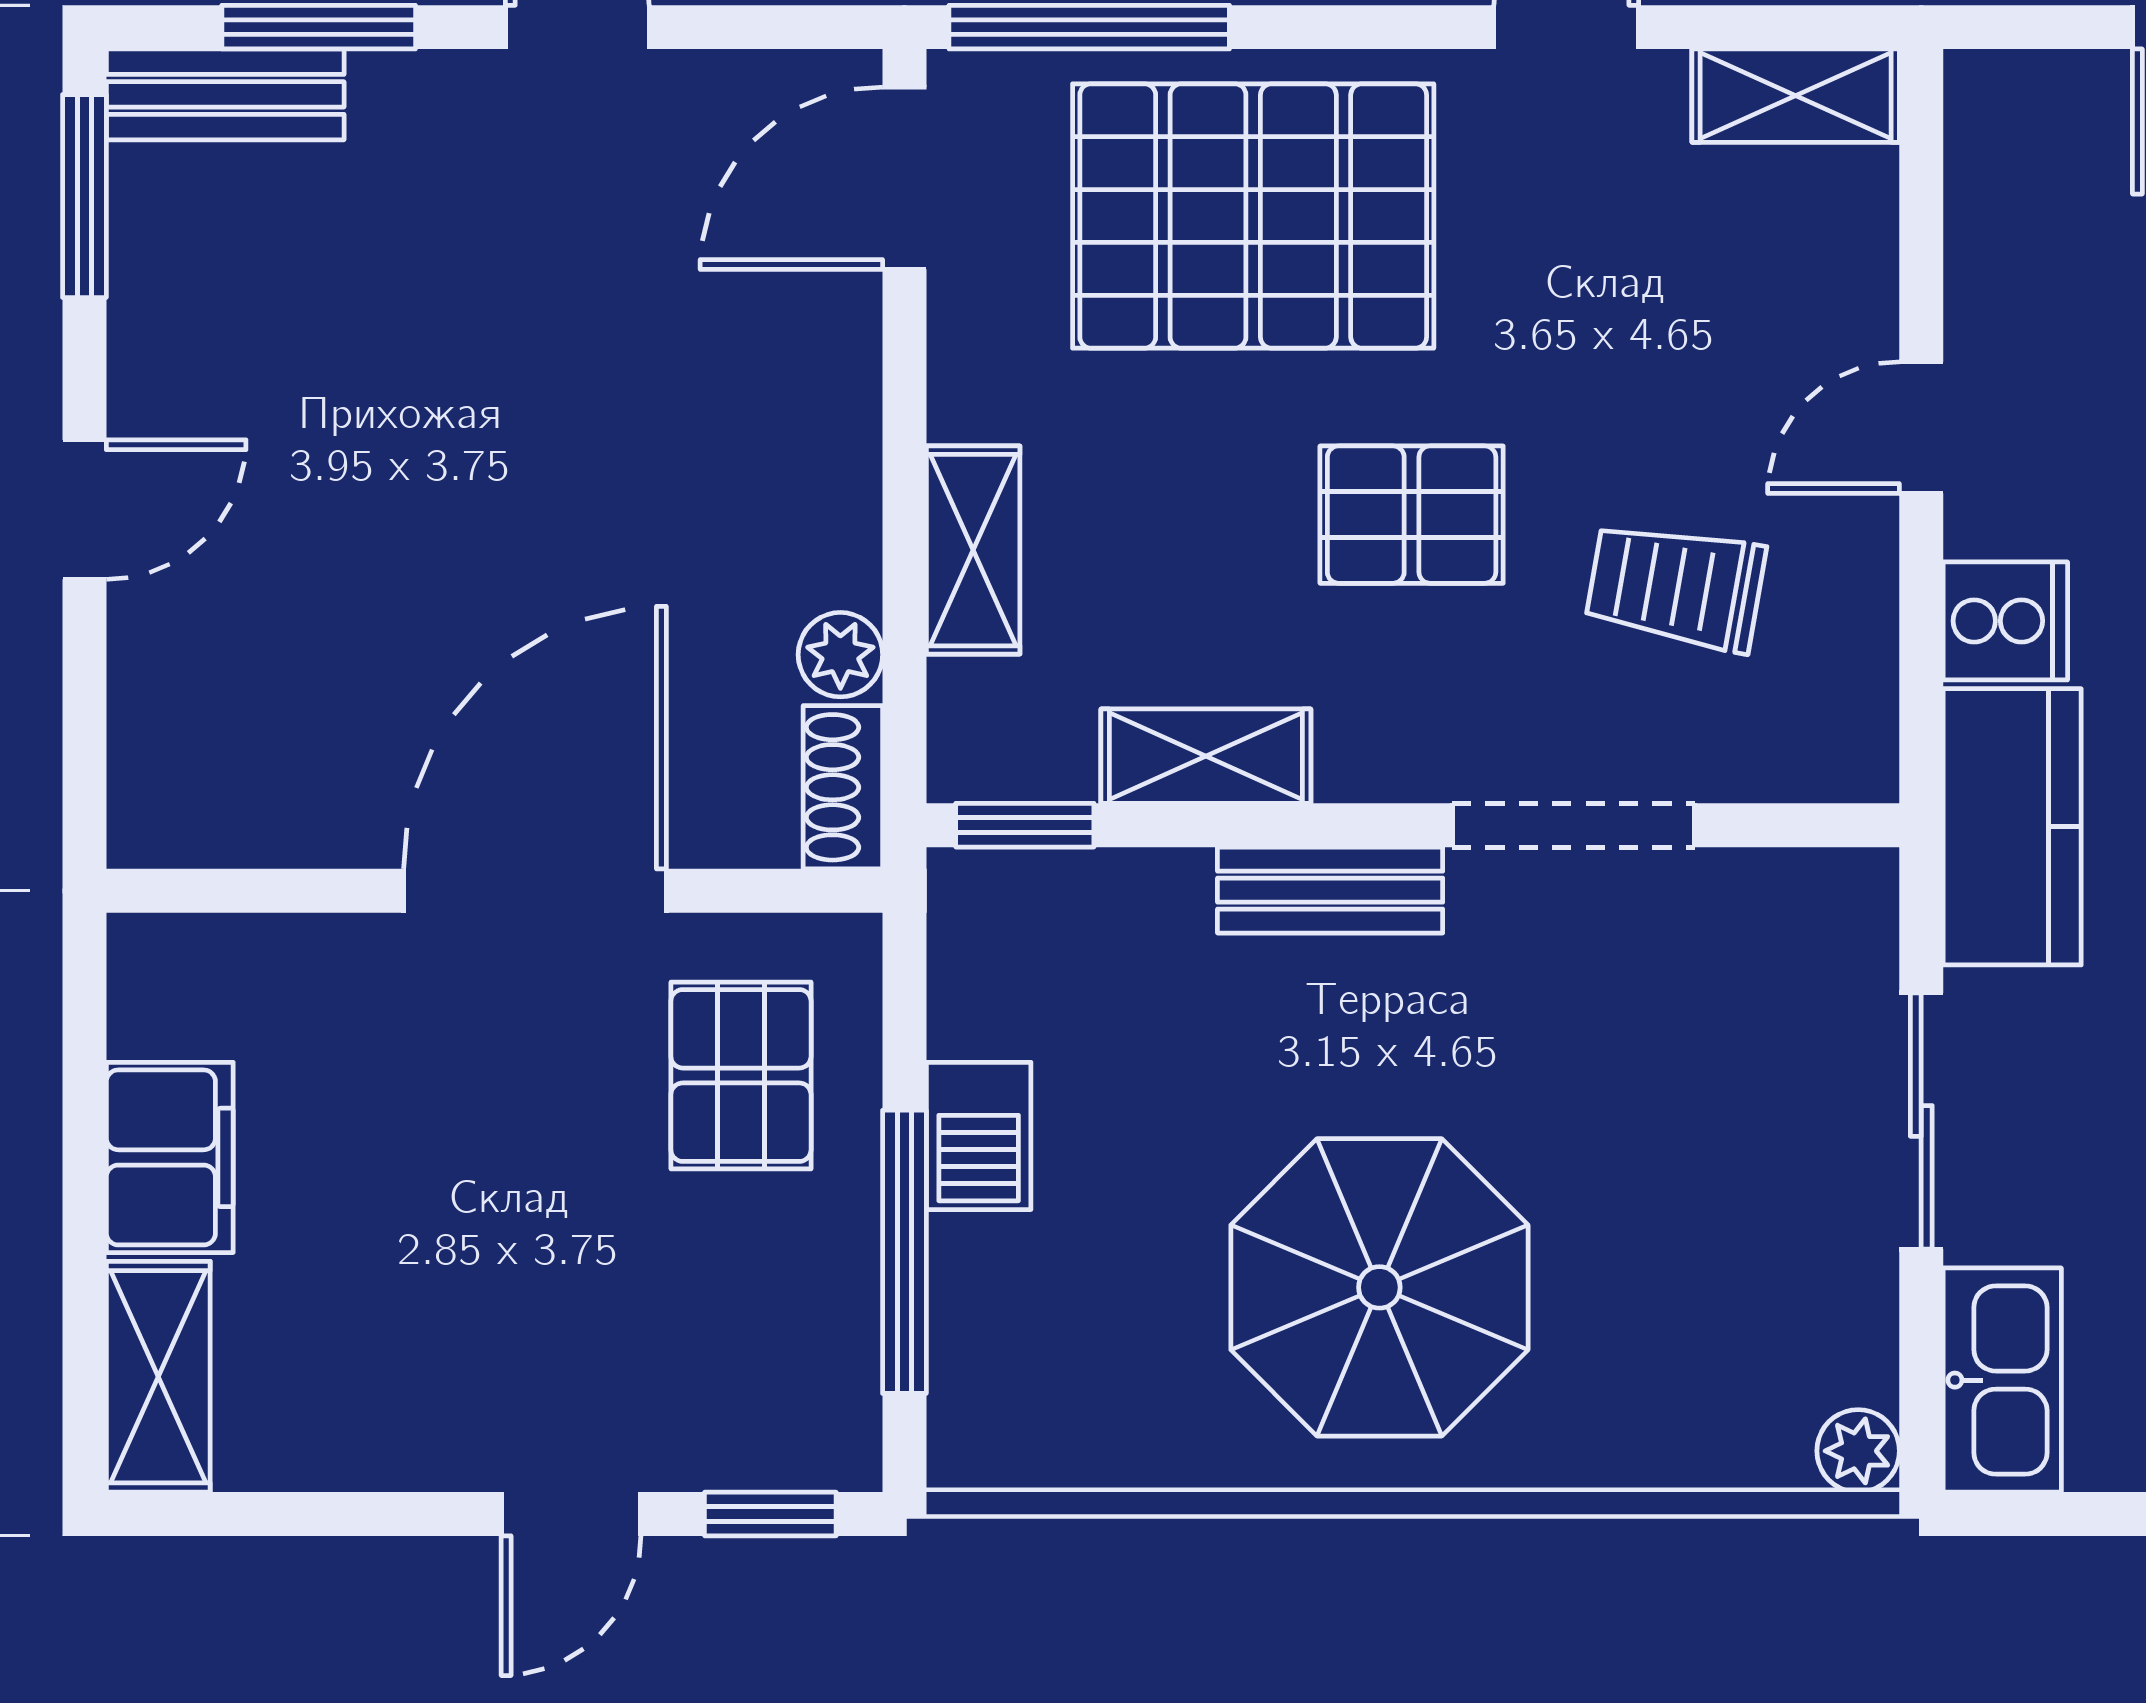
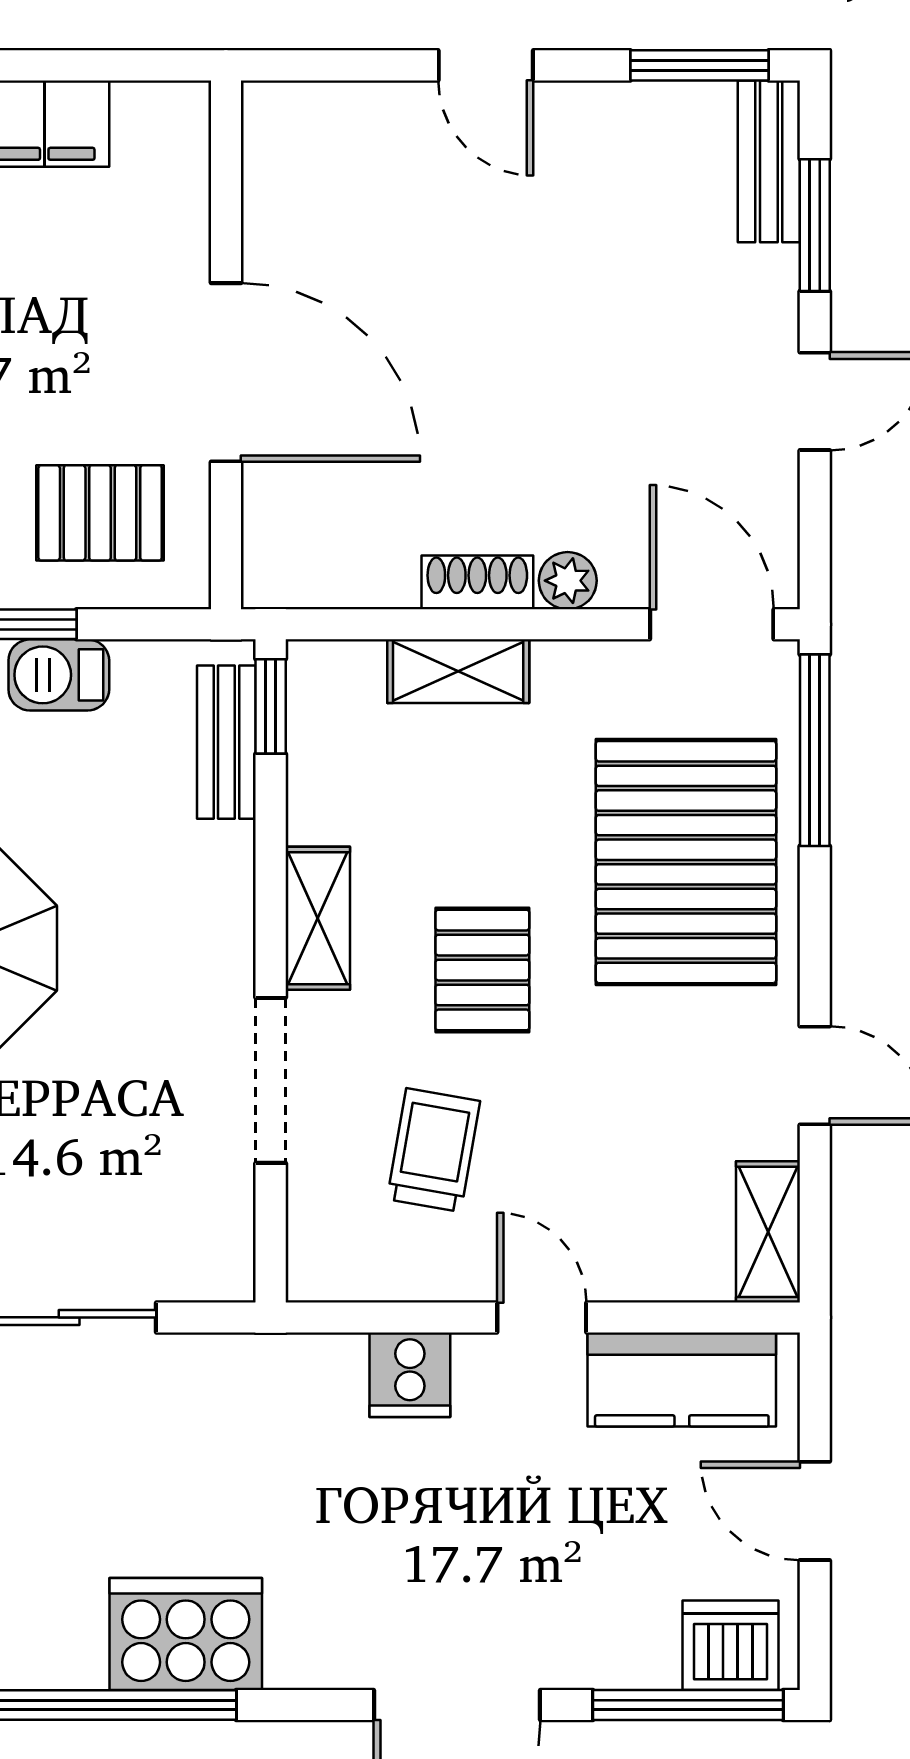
plant: (840, 655) -> (568, 581), moved
shelving: (1206, 756) -> (318, 918), moved
shoe rack: (843, 787) -> (477, 582), moved
kitchen counter: (2012, 827) -> (682, 1379), moved
bench: (1330, 890) -> (226, 742), moved

